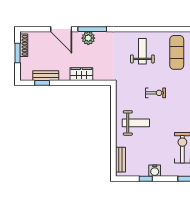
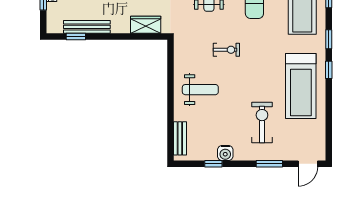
wardrobe: (81, 74) -> (146, 25), moved
bench: (46, 76) -> (87, 27), width x1.36

